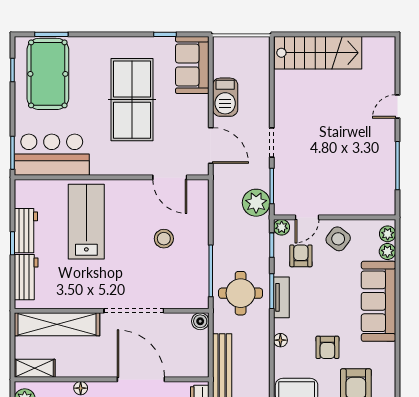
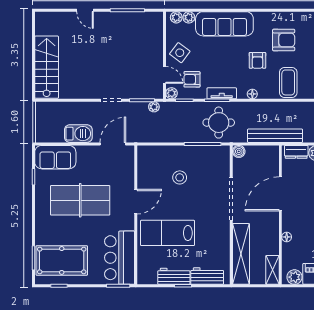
door: (170, 177) -> (136, 202), moved
plant: (256, 203) -> (154, 107), width x0.53, depth x0.53
armchair: (327, 347) -> (257, 60), turned 90

